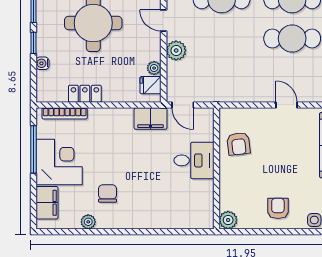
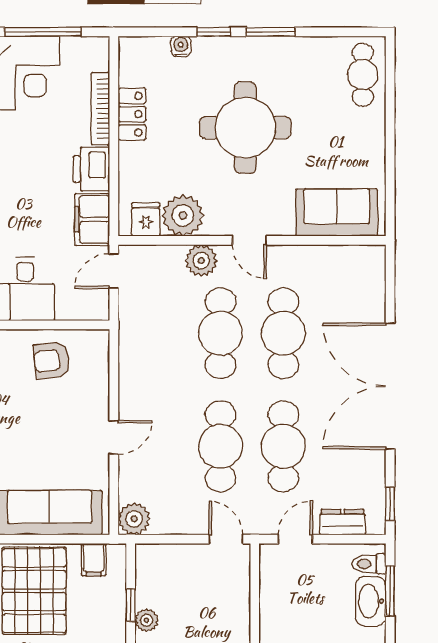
door: (164, 20) -> (249, 240), swing flipped
cafe table: (222, 39) -> (220, 333), added
plant: (154, 68) -> (183, 215), width x1.88, depth x1.88
bookcase: (65, 113) -> (100, 109), moved
printer: (119, 119) -> (91, 169), added

